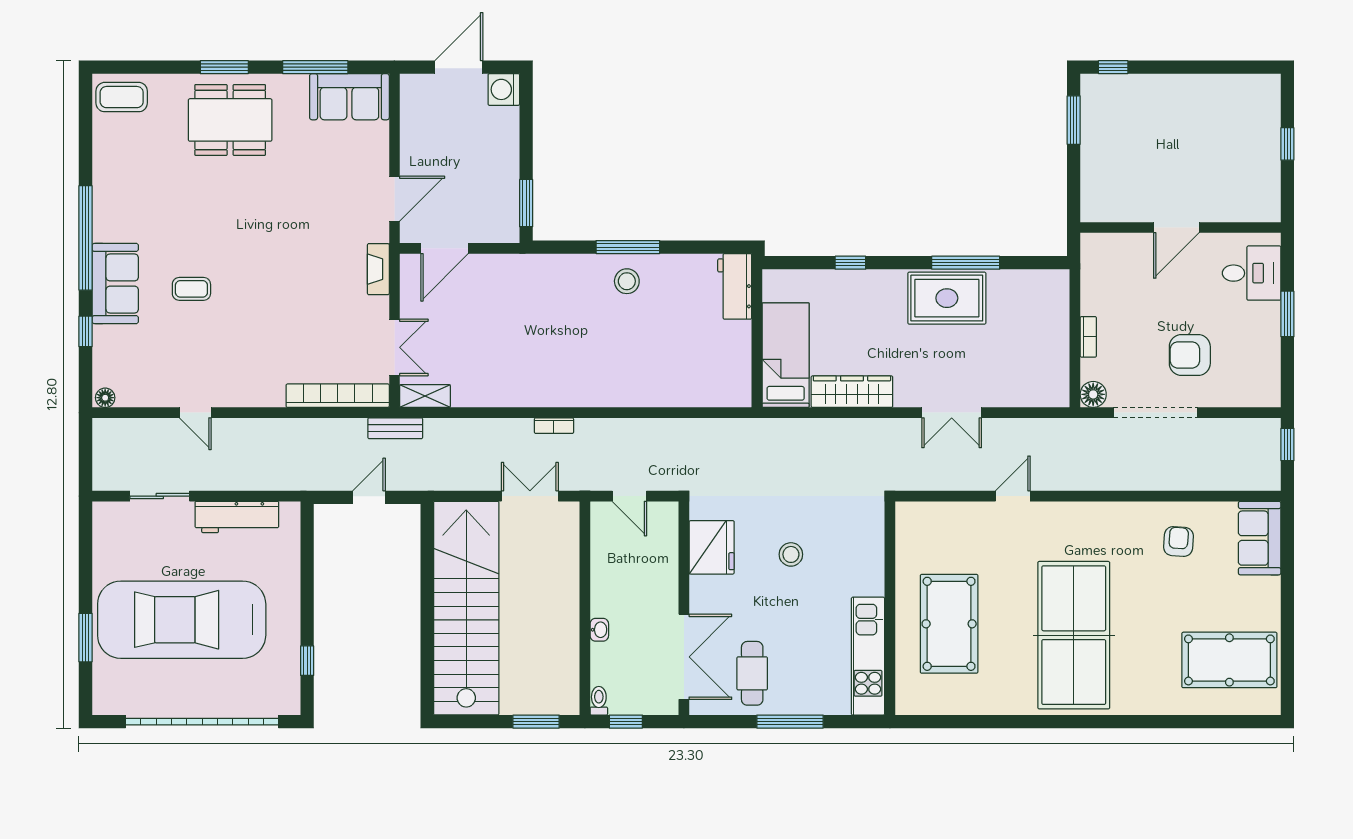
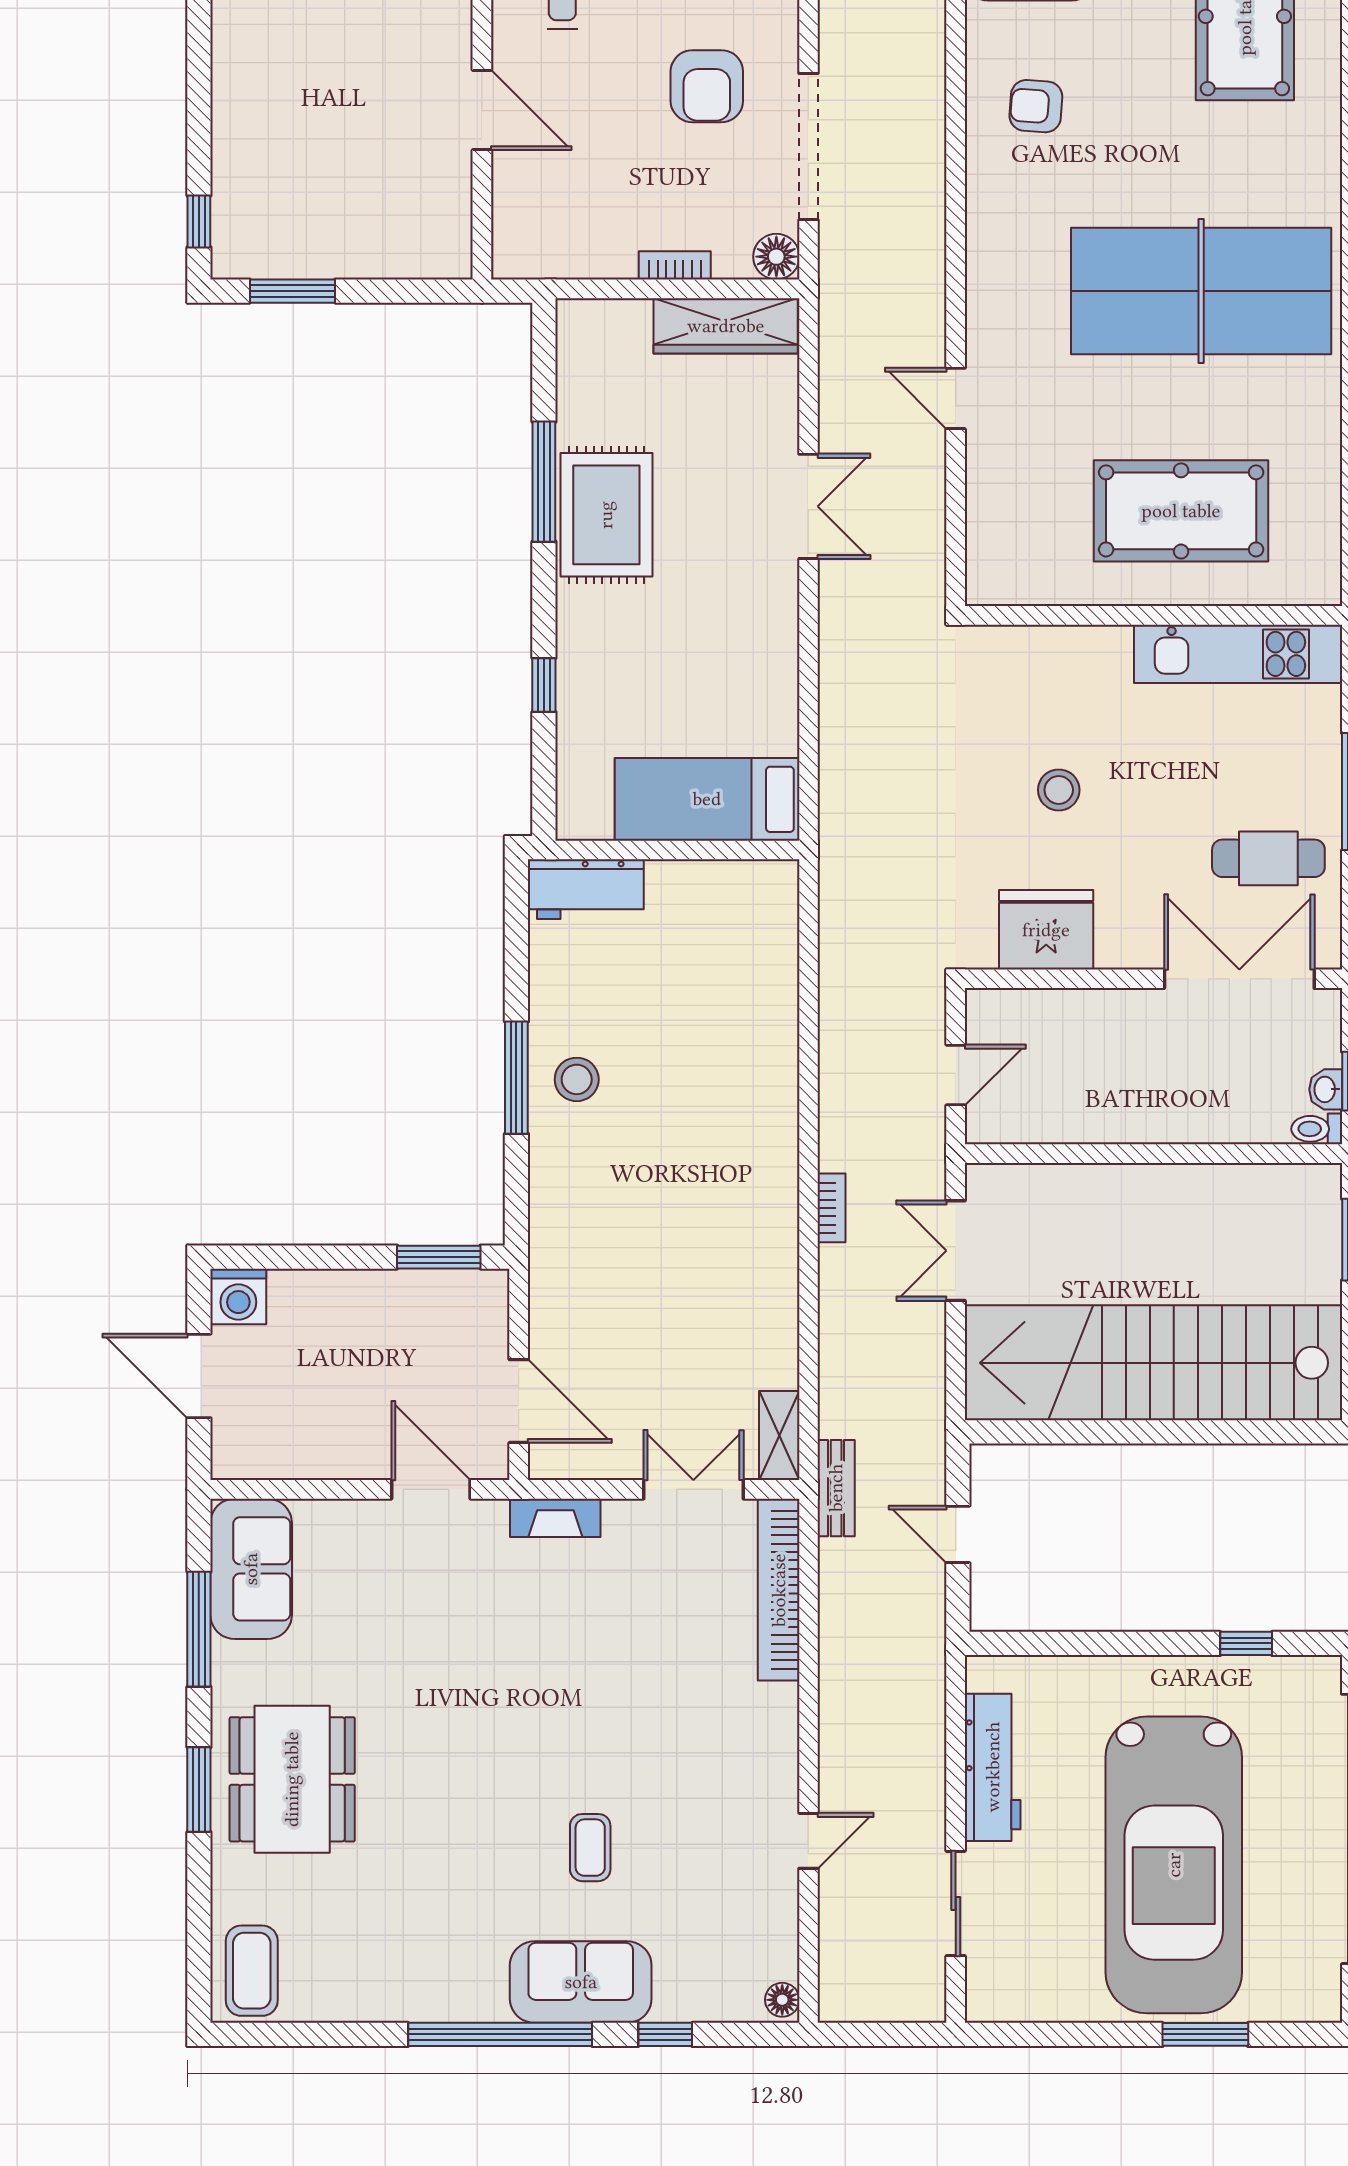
wardrobe: (852, 392) -> (726, 326), moved, turned -90
washbasin: (599, 630) -> (1326, 1089), moved, turned -90

